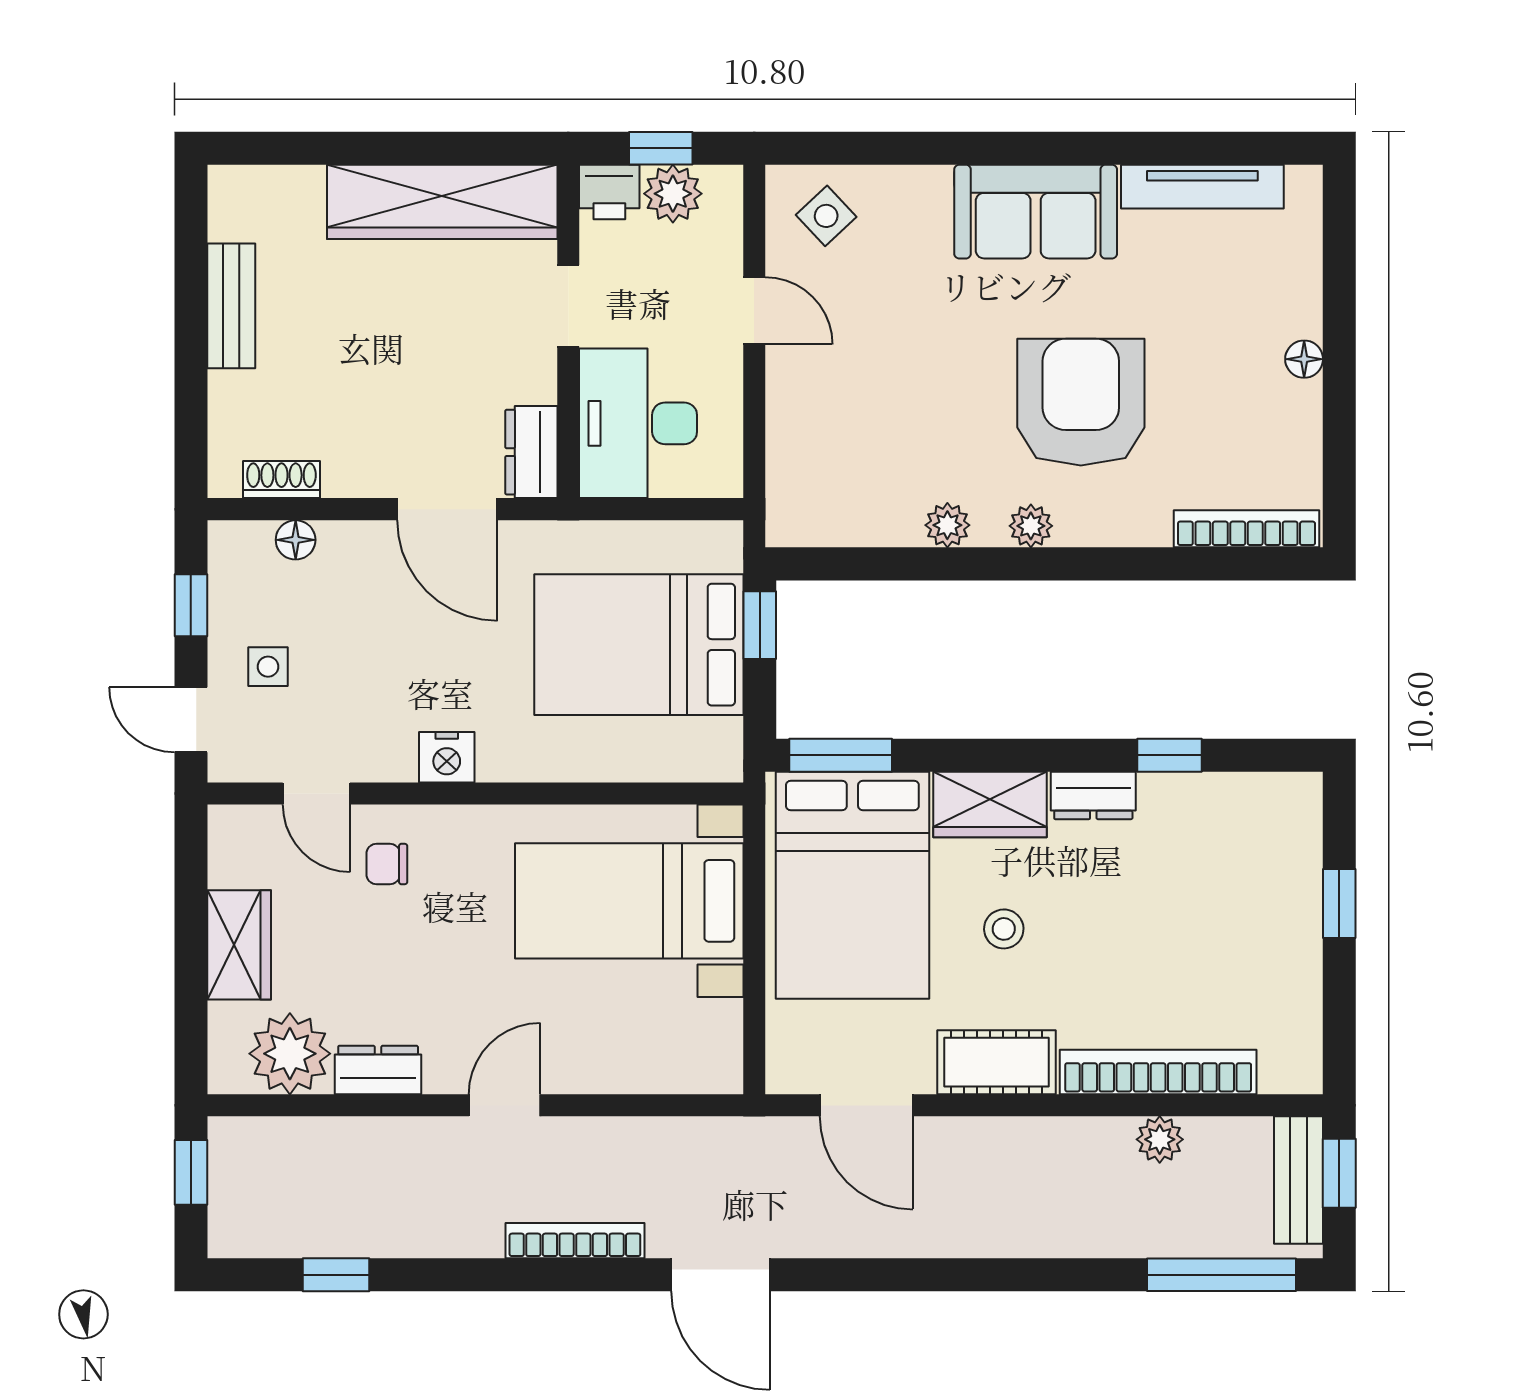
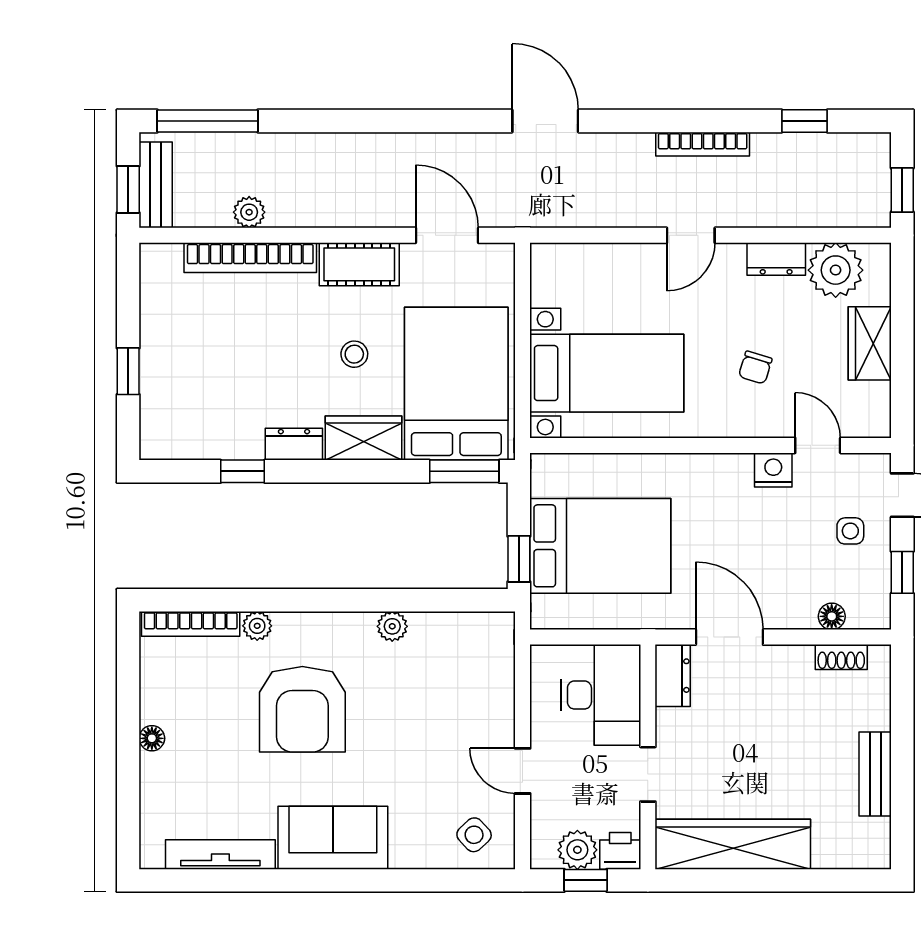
plant: (1031, 526) -> (257, 626), moved
nightstand: (447, 757) -> (773, 470), moved
chair: (387, 864) -> (755, 368), moved, turned 107
bookcase: (575, 1241) -> (703, 144), moved

